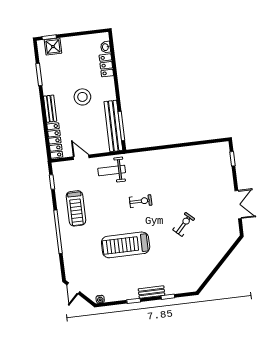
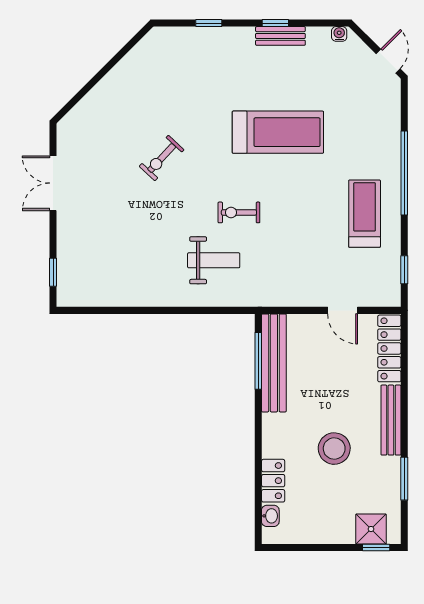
stool: (82, 97) -> (334, 449), moved
bench: (50, 109) -> (391, 420), width x1.36
weight bench: (112, 170) -> (214, 260), moved
bench: (152, 292) -> (280, 36), moved

